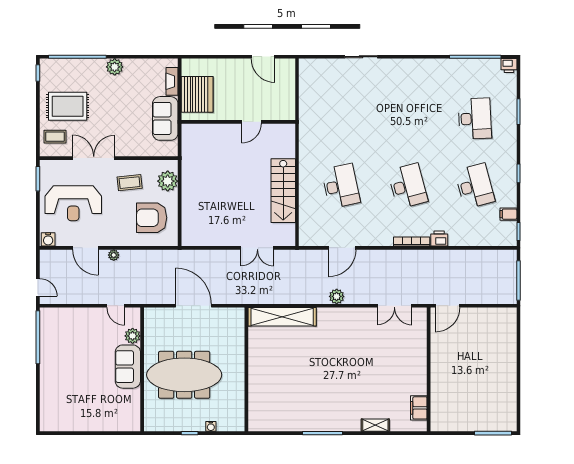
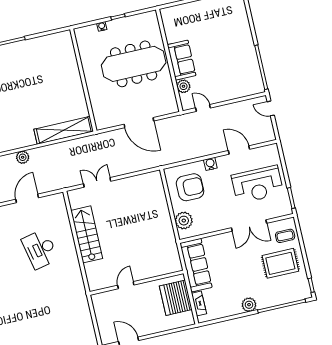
sofa: (165, 118) -> (196, 265), width x1.36
coffee table: (130, 183) -> (215, 212), removed
reception desk: (73, 203) -> (257, 184), turned 180
water cooler: (48, 239) -> (210, 164), moved
plant: (114, 255) -> (214, 149), removed

